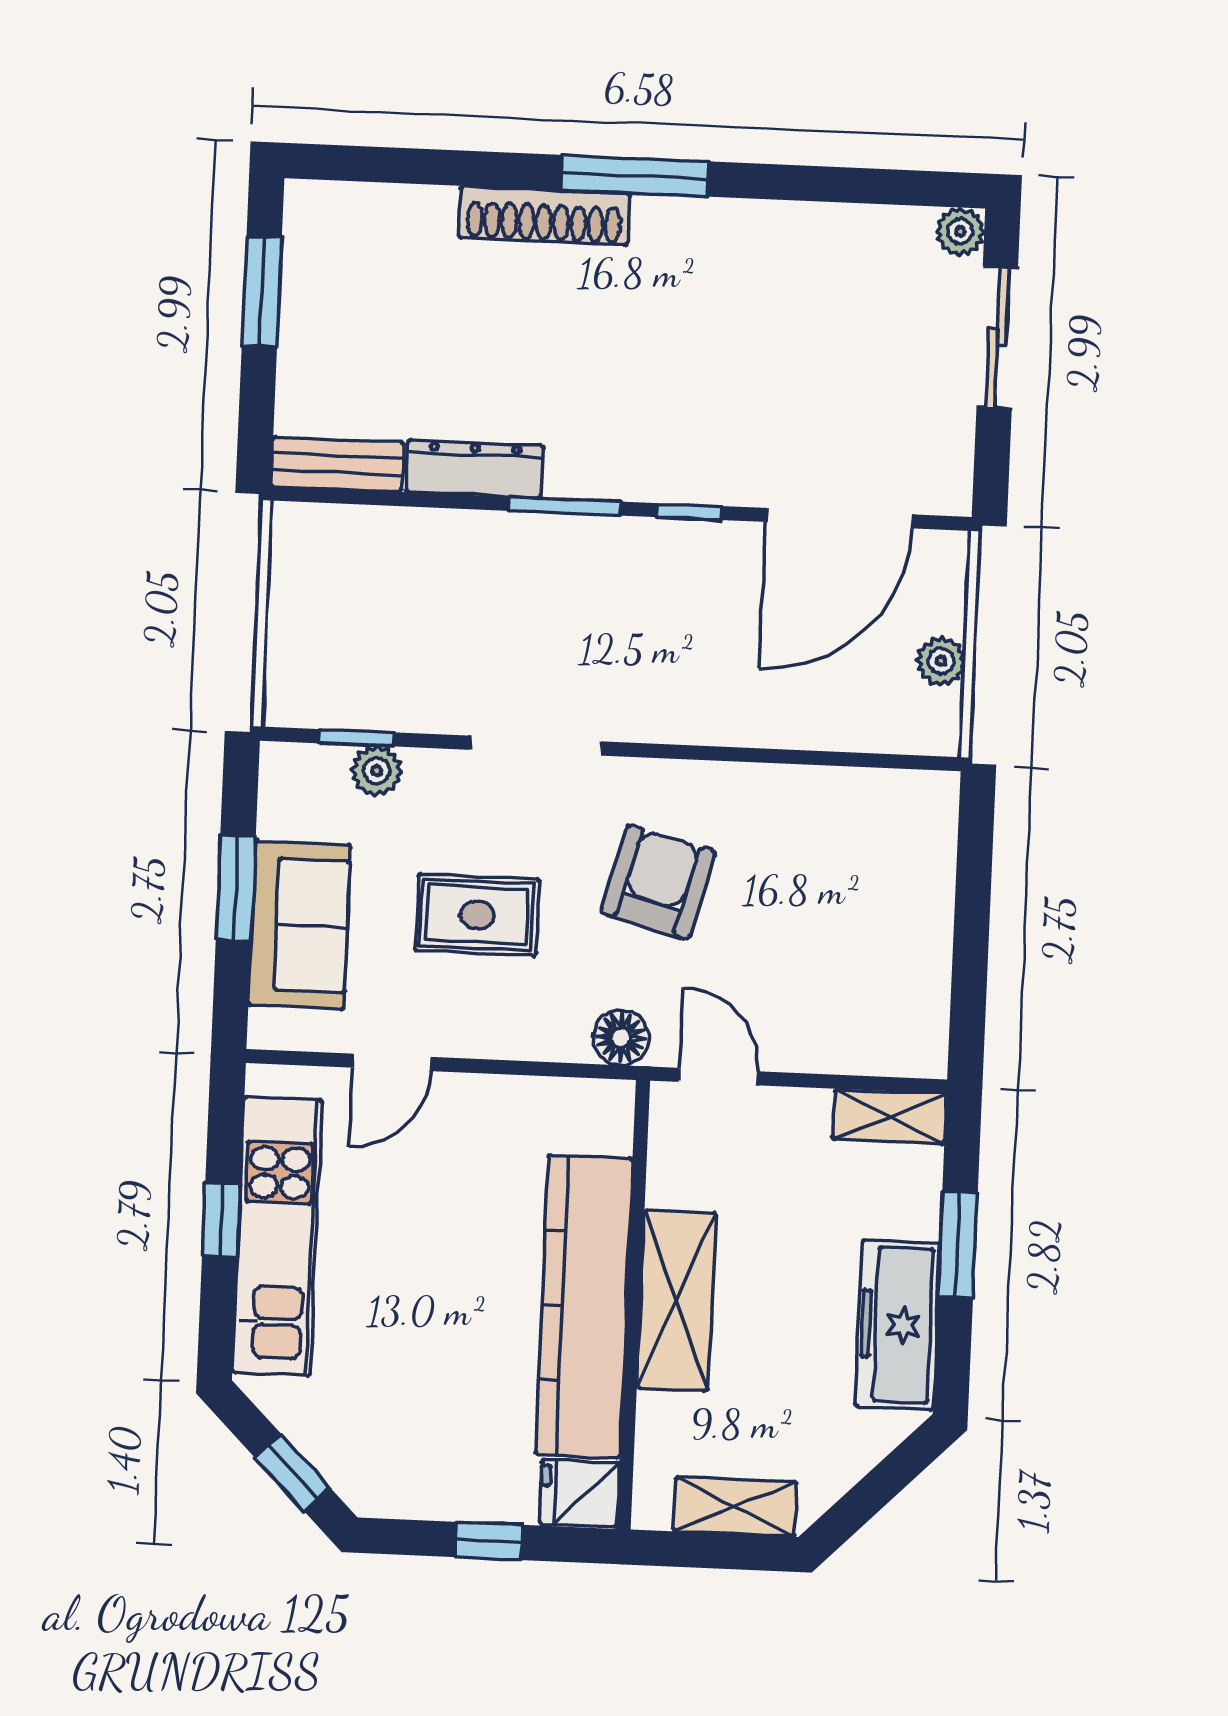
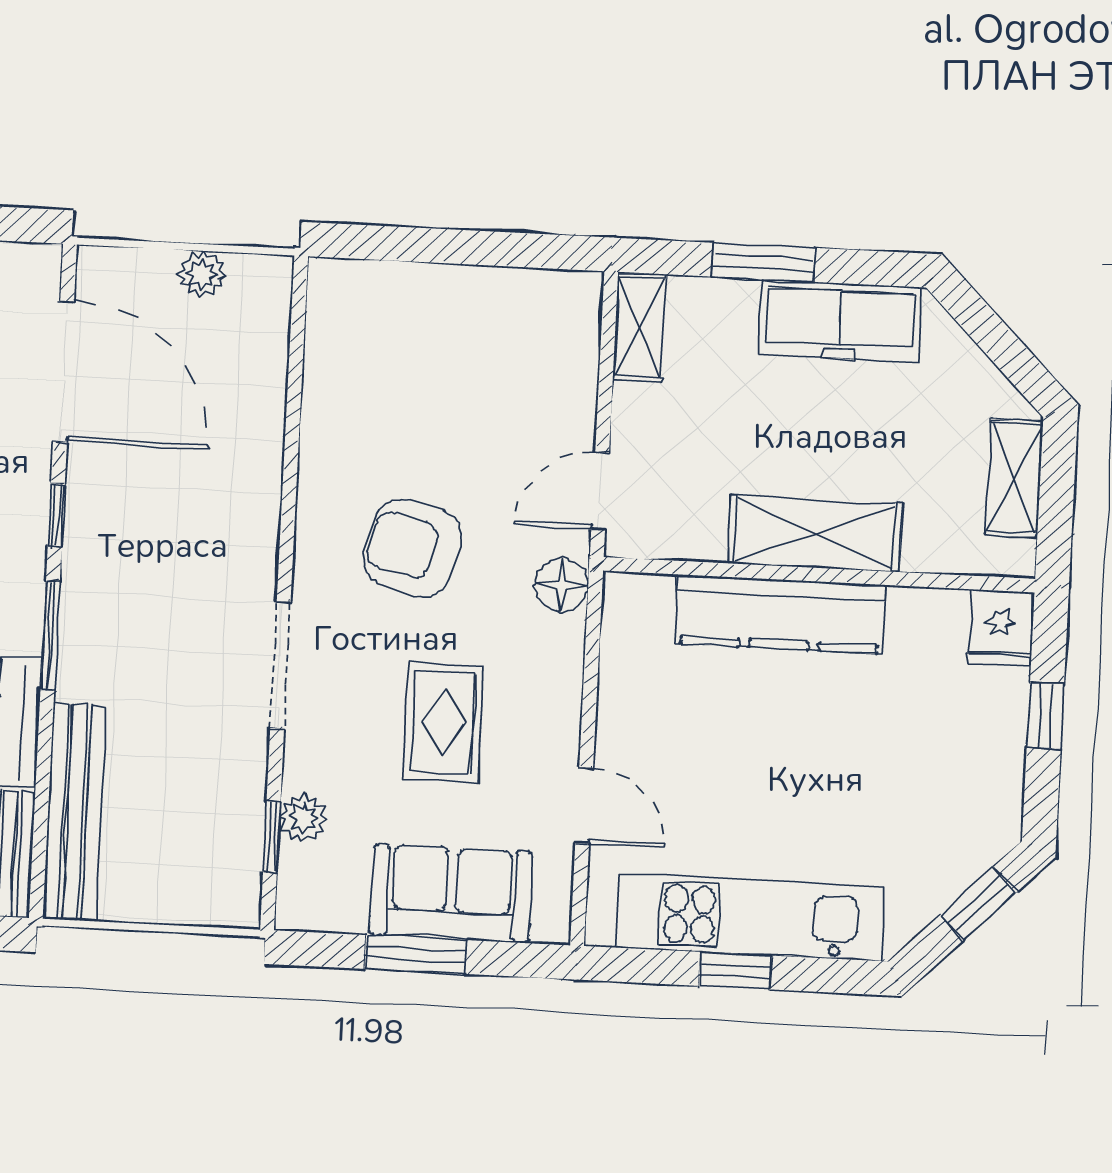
bench: (381, 533) -> (75, 812), added
kitchen counter: (584, 1306) -> (780, 614), width x0.72, depth x0.86

